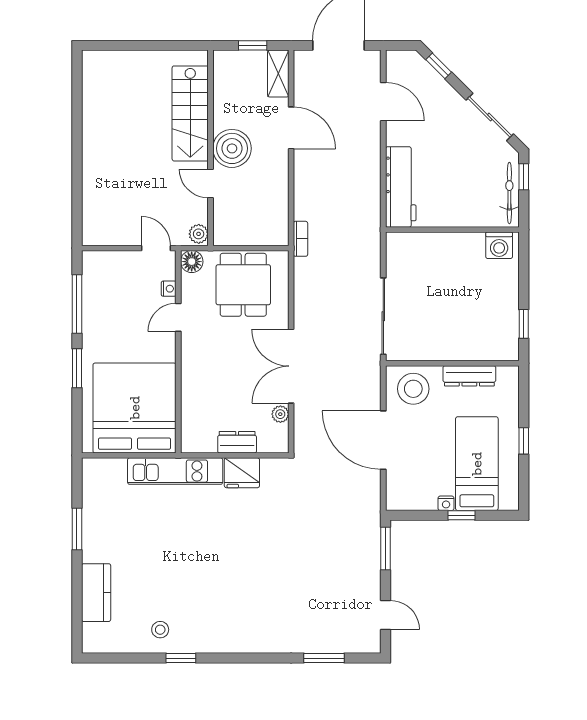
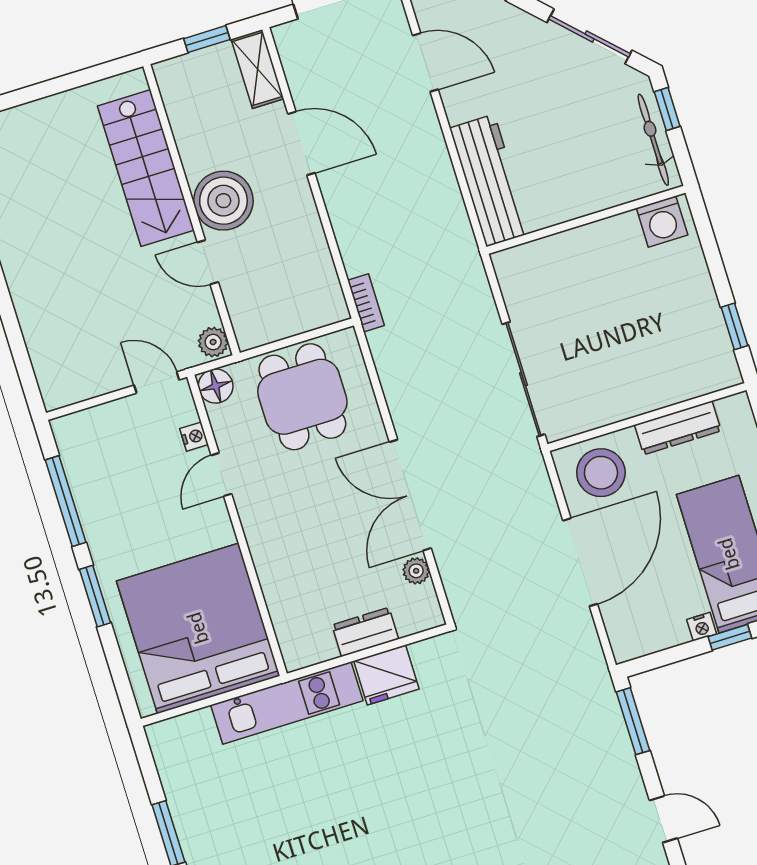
door: (383, 440) -> (580, 562), swing flipped

